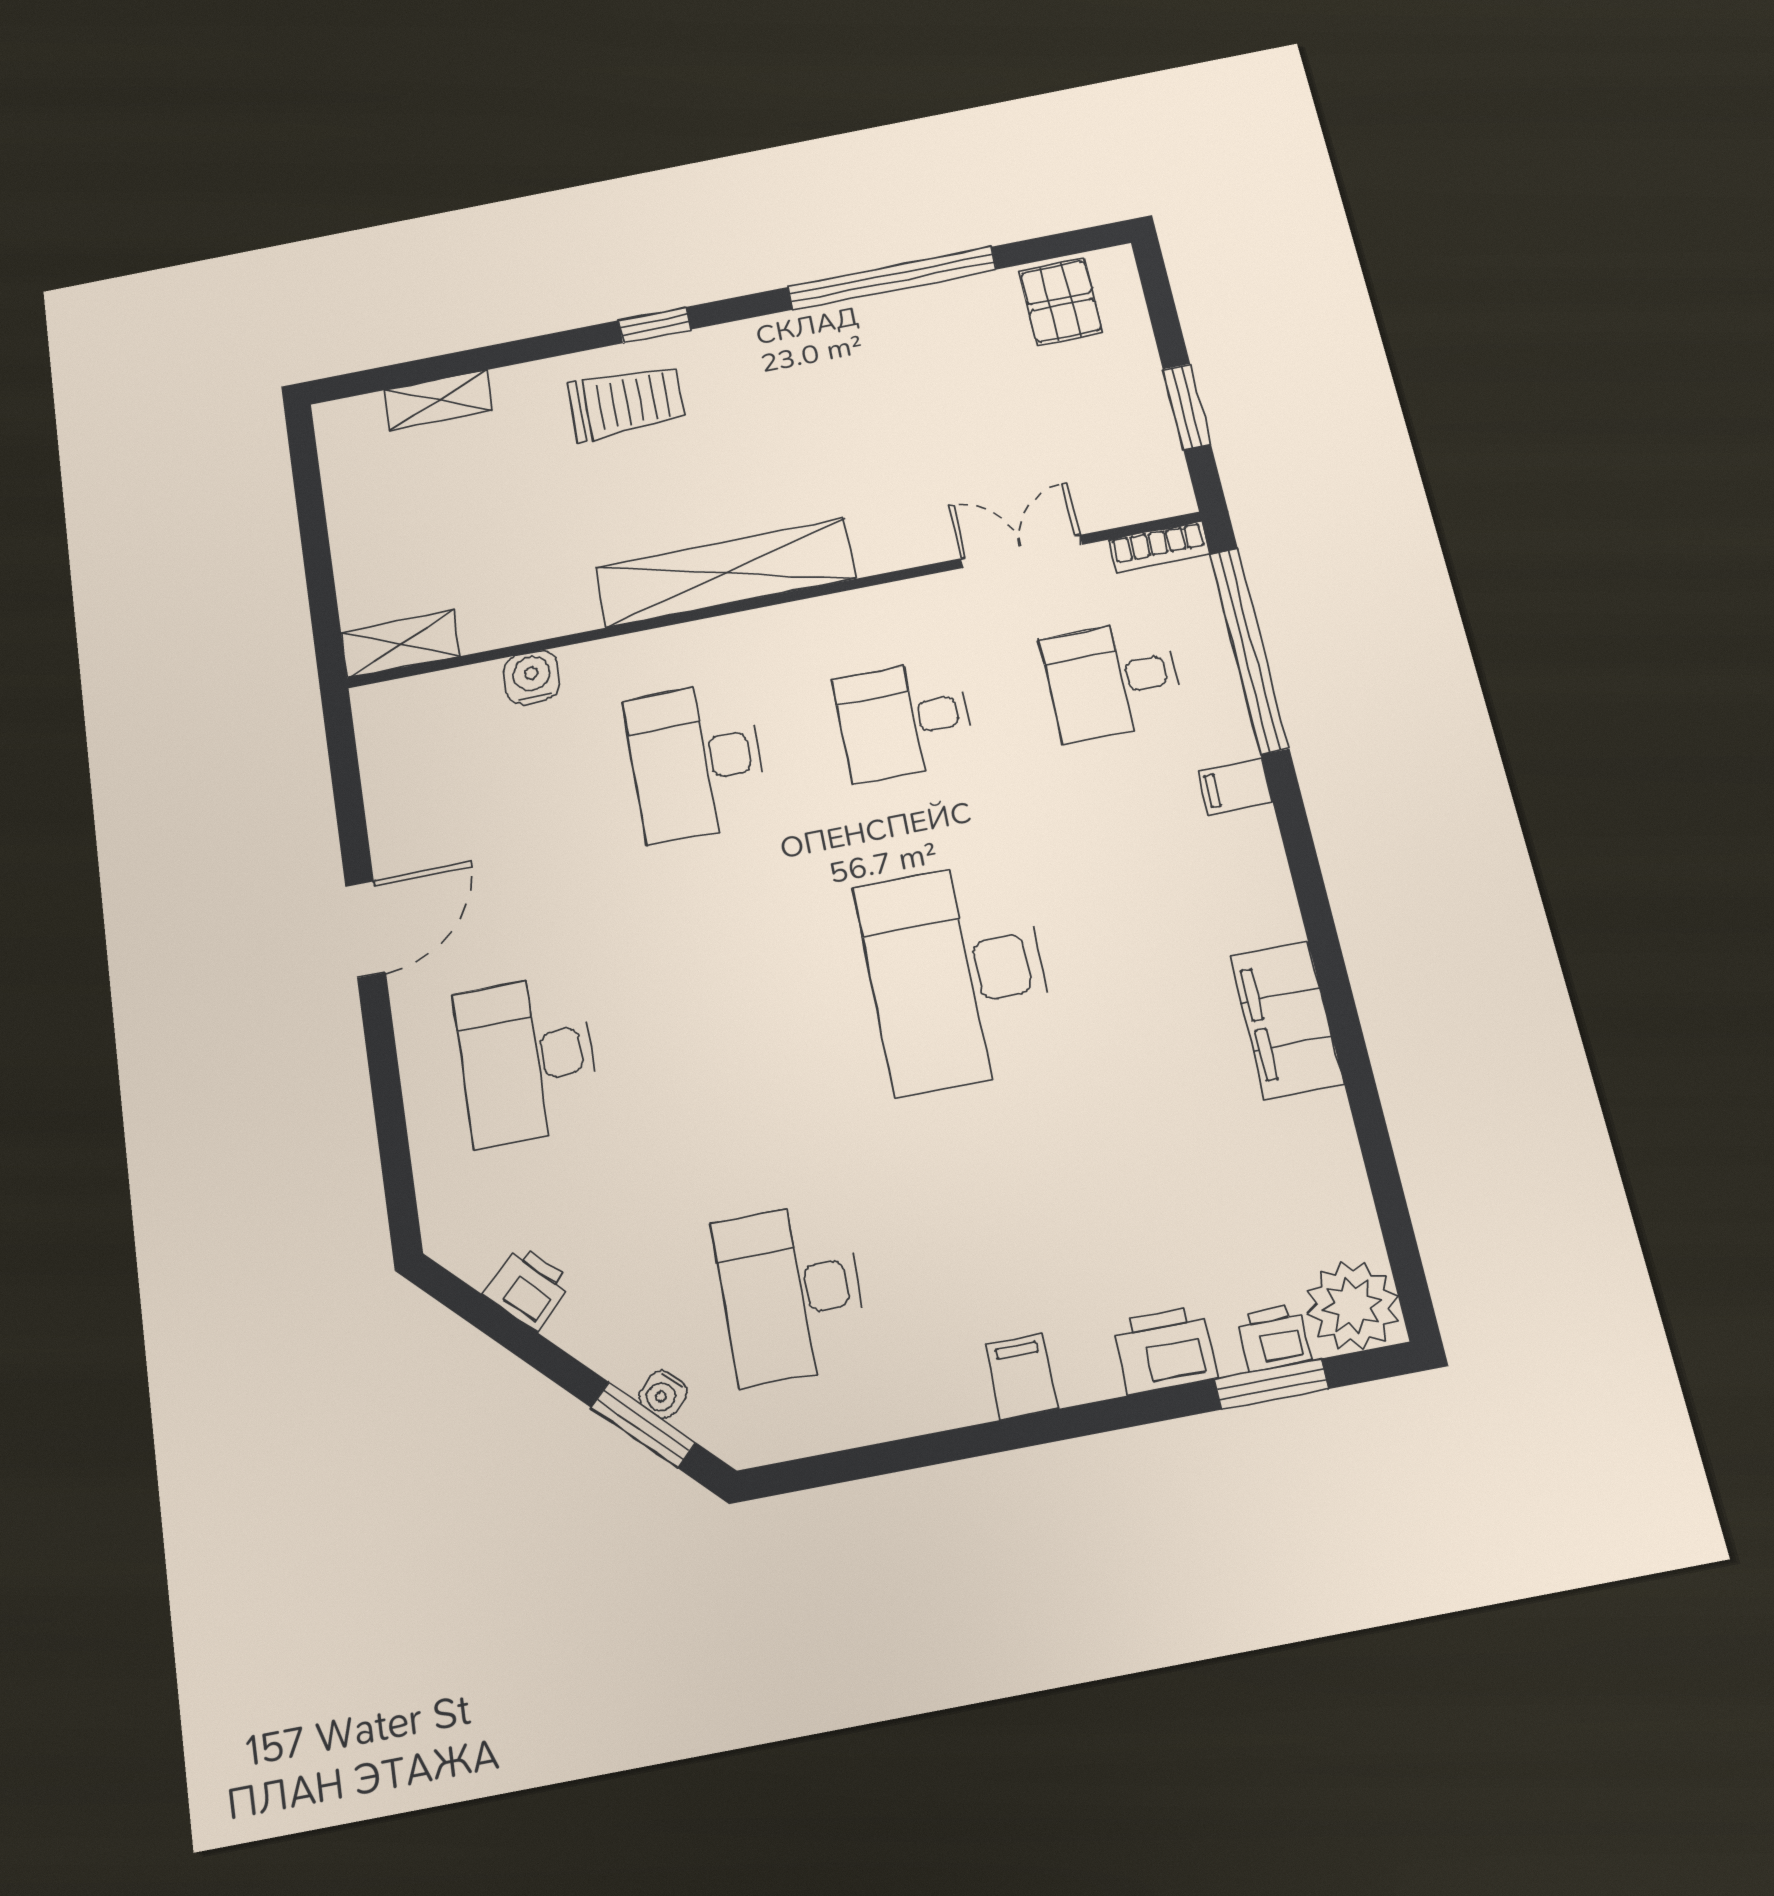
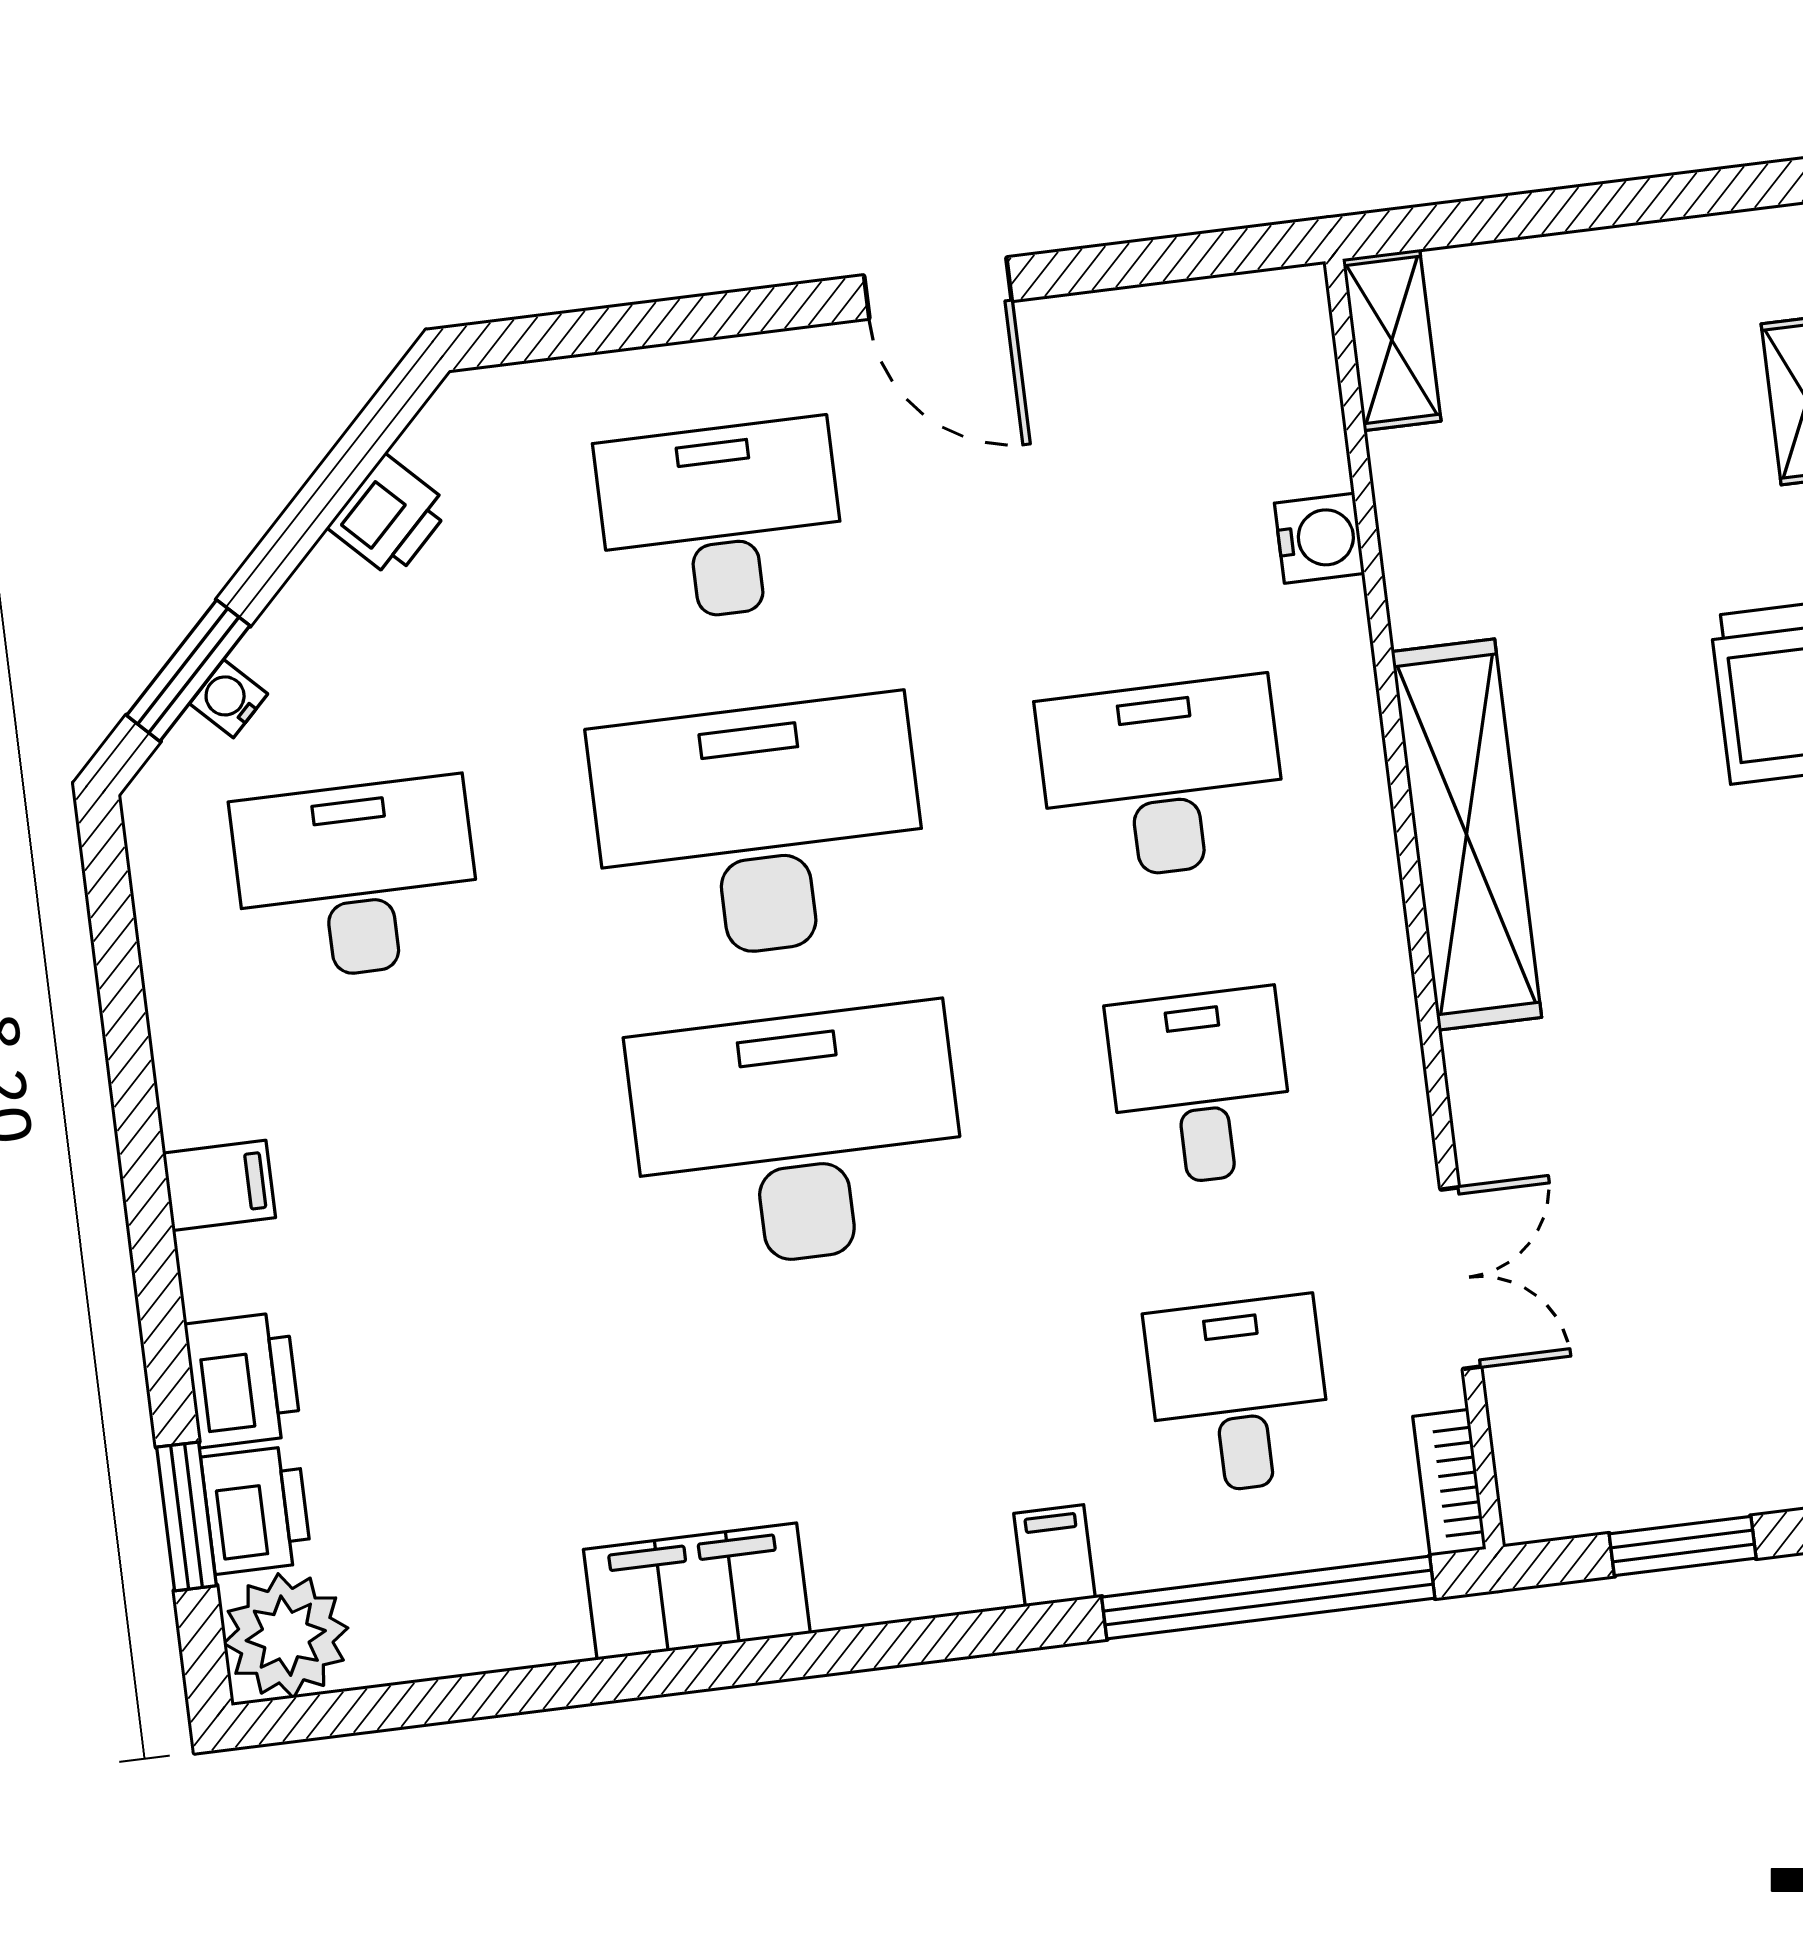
desk: (742, 1018) -> (759, 829), added
printer: (1274, 1338) -> (256, 1510), width x1.36, depth x1.24

